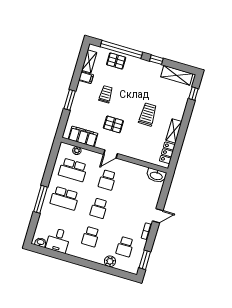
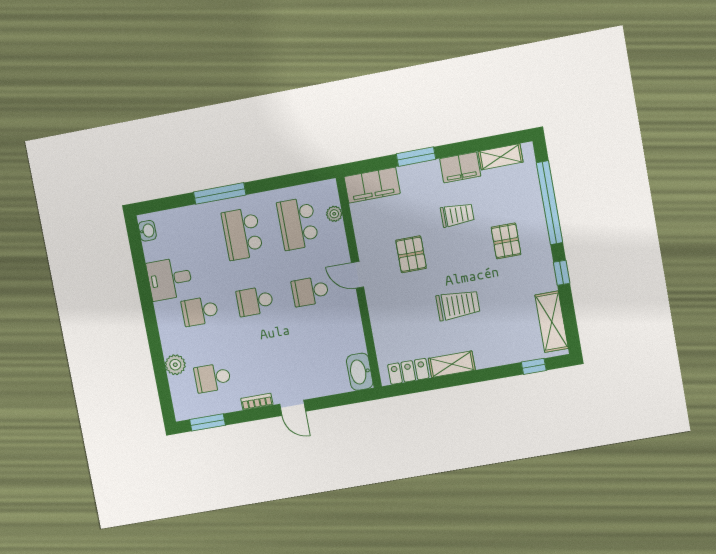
pallet: (116, 61) -> (506, 241), moved
filing cabinet: (86, 78) -> (460, 167), width x2.00
filing cabinet: (83, 136) -> (372, 185), moved, turned 90
desk: (58, 240) -> (170, 279), moved

